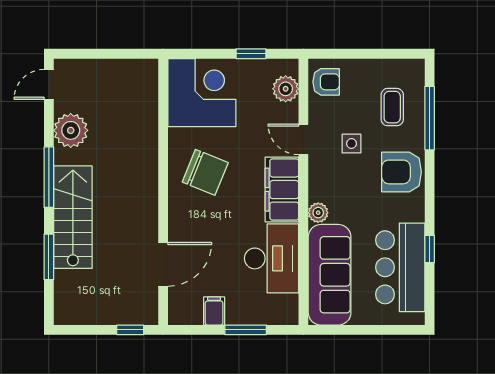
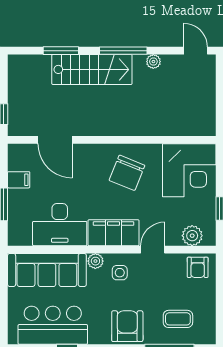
plant: (71, 130) -> (153, 62), width x0.53, depth x0.53
side table: (351, 144) -> (120, 273), moved

